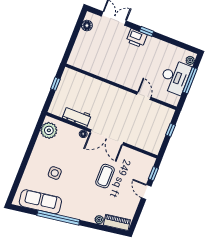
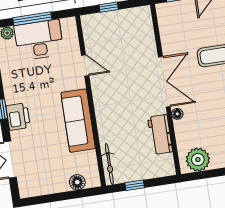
floor lamp: (87, 26) -> (77, 182), moved
sofa: (113, 72) -> (78, 121), added
bicycle: (77, 76) -> (109, 164), added
door: (144, 96) -> (85, 65), swing flipped

